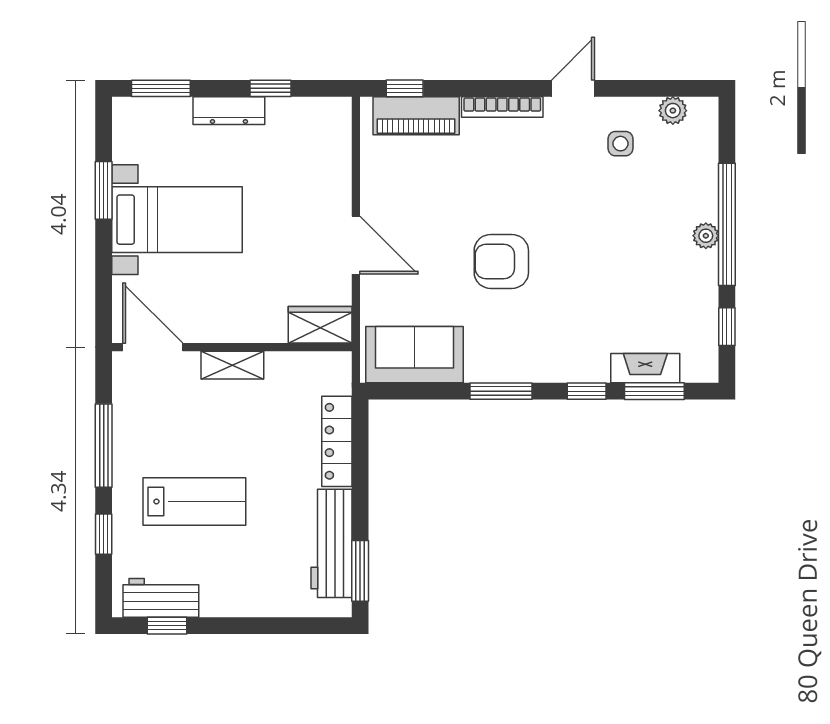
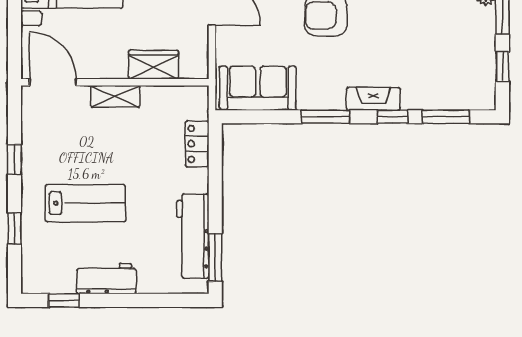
wardrobe: (320, 325) -> (153, 65), moved
fireplace: (645, 368) -> (373, 99), moved
locker: (337, 441) -> (197, 144), width x0.66
window: (104, 446) -> (15, 159), width x0.46
workbench: (161, 598) -> (106, 279), moved

